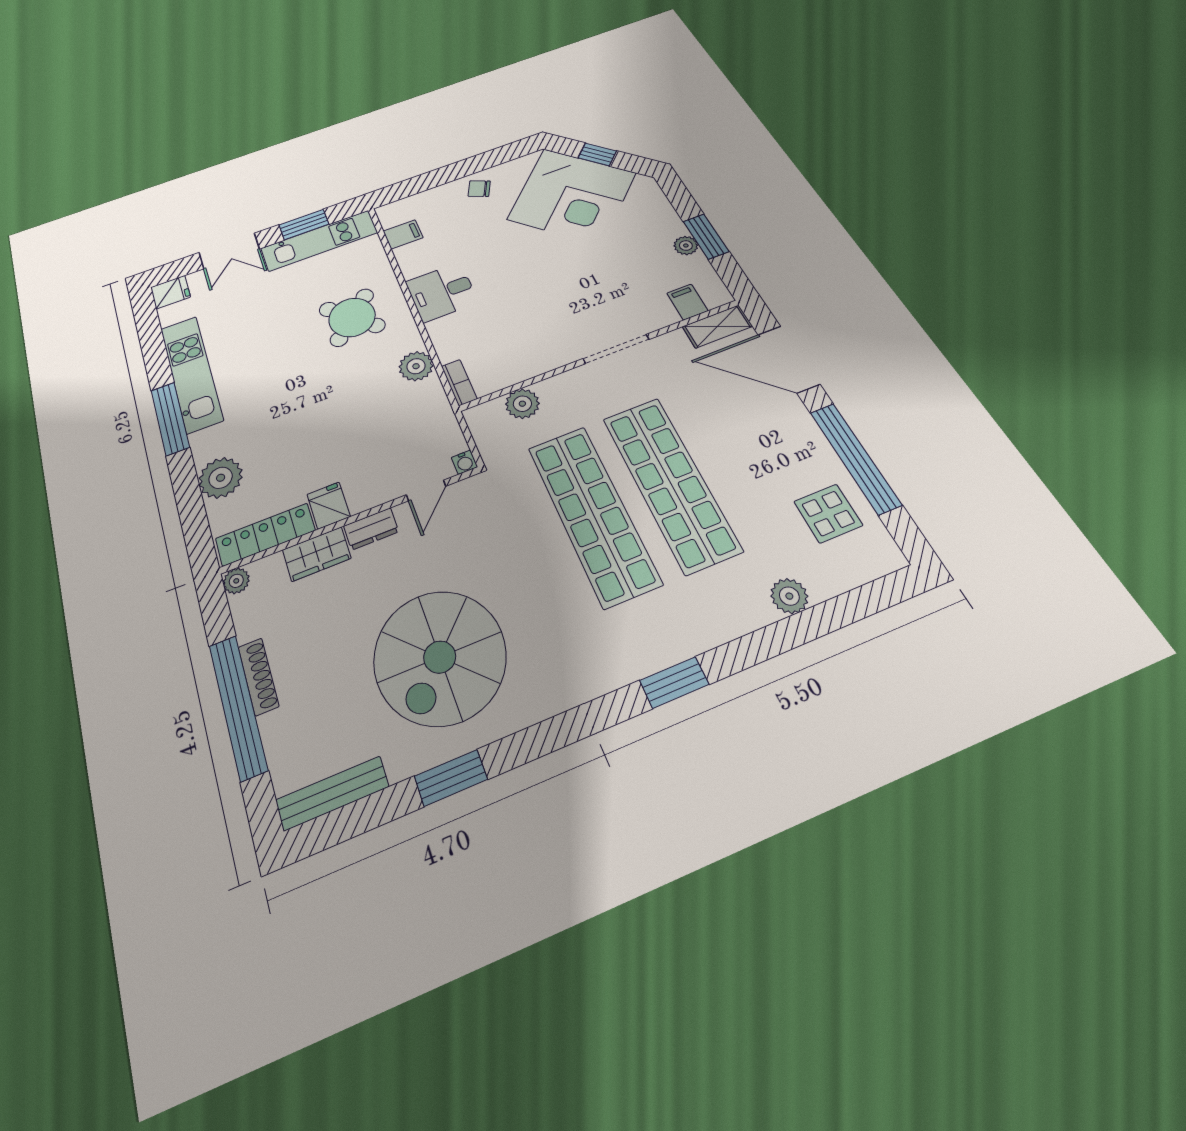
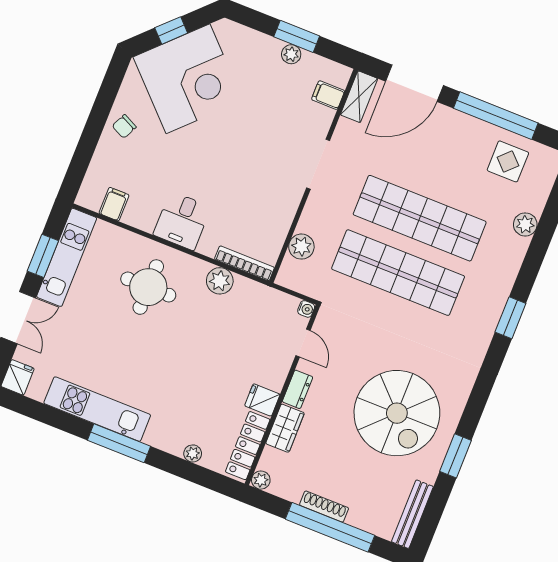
round table: (352, 317) -> (148, 287), turned 45
bookcase: (459, 383) -> (244, 263), width x1.56
plant: (221, 478) -> (193, 453), width x0.53, depth x0.53

